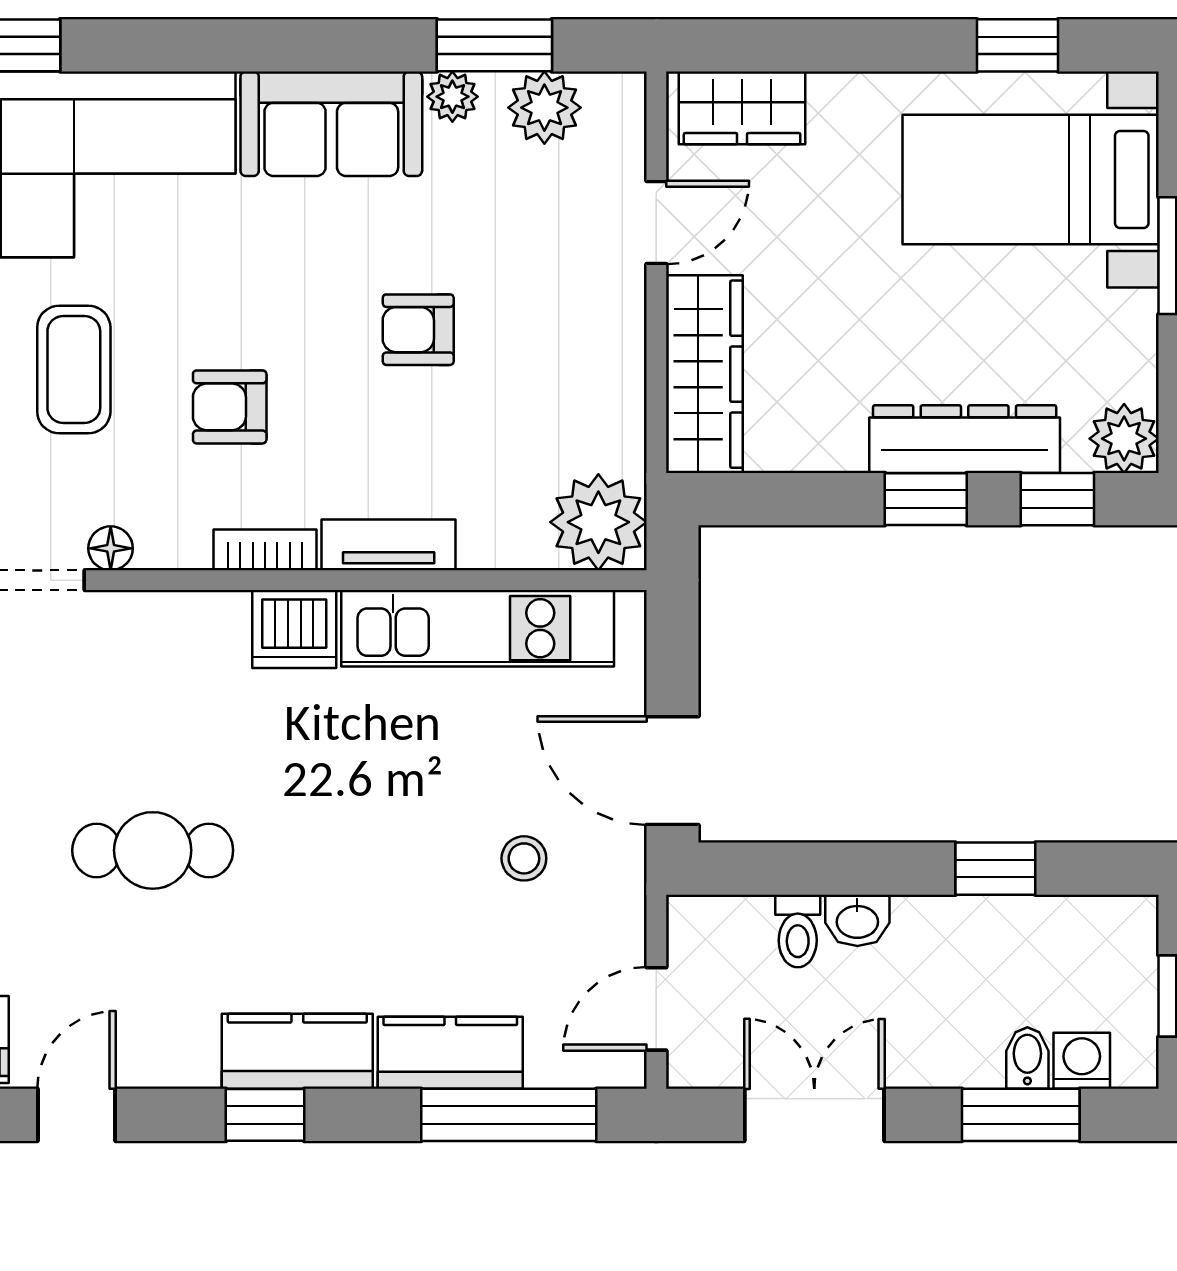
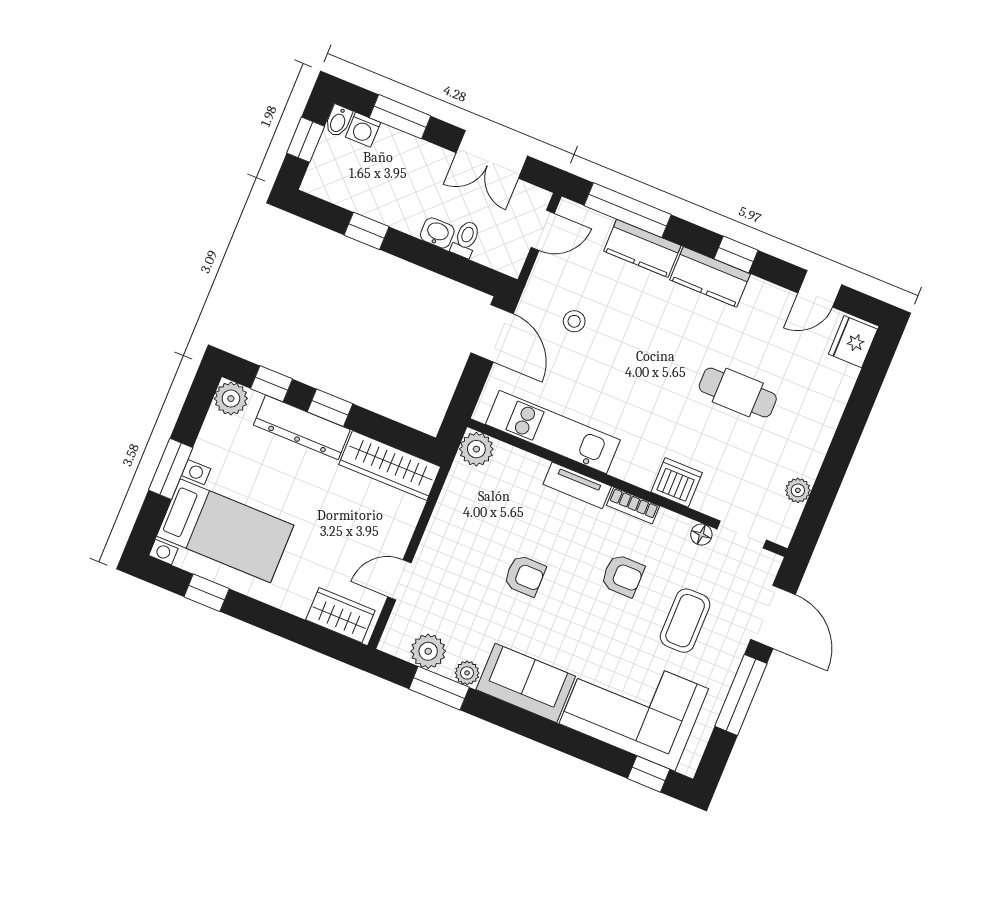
wardrobe: (704, 374) -> (390, 466), moved, turned -90
plant: (598, 522) -> (476, 449), width x0.73, depth x0.73
dishwasher: (294, 629) -> (677, 482), moved
bidet: (1027, 1058) -> (338, 121), moved

